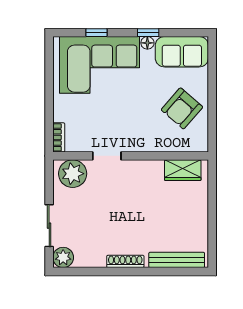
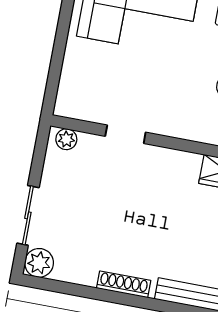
bookcase: (59, 137) -> (64, 96), removed
plant: (73, 174) -> (66, 139), width x0.53, depth x0.53

